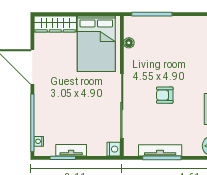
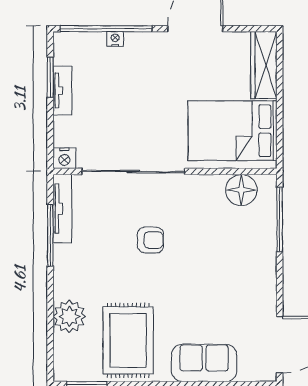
floor lamp: (129, 43) -> (241, 190), width x1.89, depth x1.89
armchair: (165, 95) -> (150, 240), turned 90
nightstand: (39, 141) -> (115, 39), moved
tv unit: (160, 150) -> (62, 209), moved

